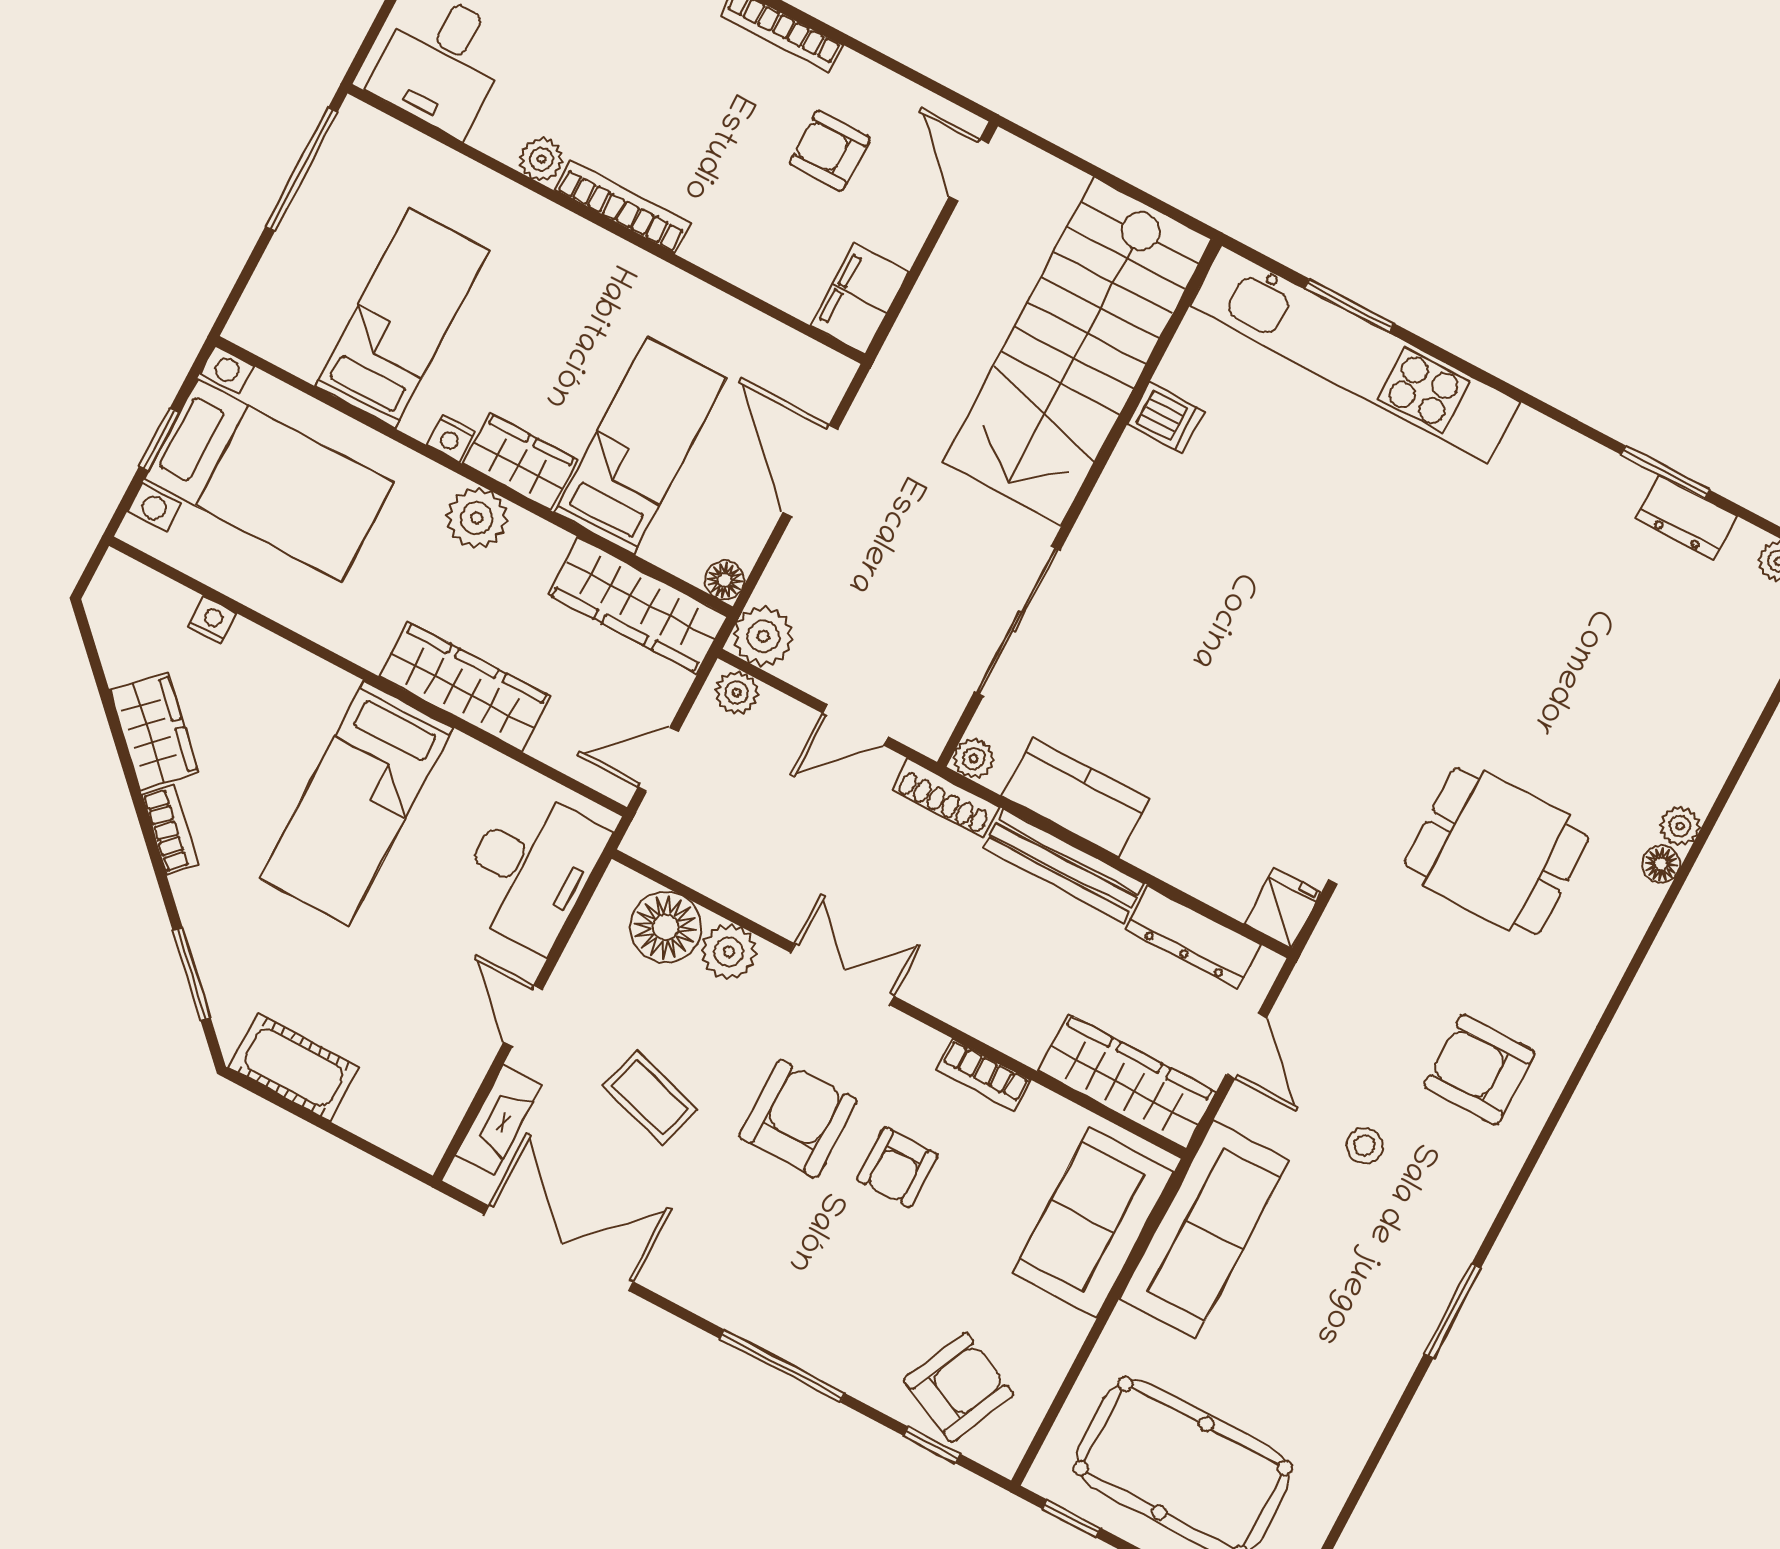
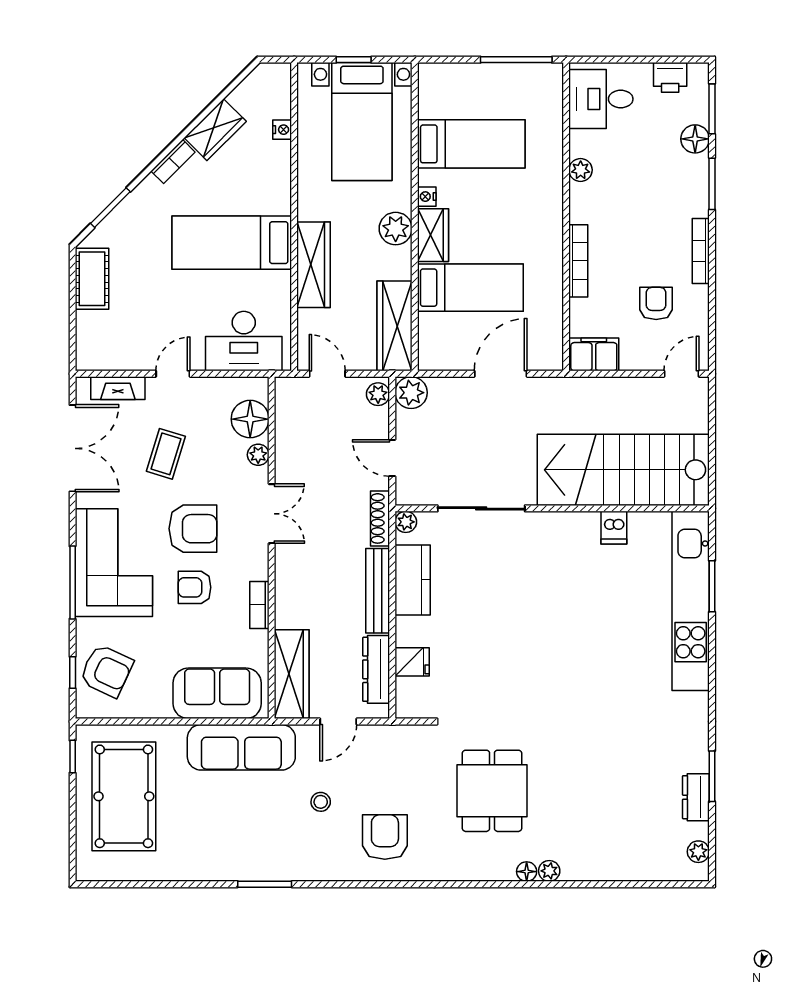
bookcase: (623, 207) -> (578, 261), moved
floor lamp: (725, 580) -> (428, 361), removed
fridge: (1283, 908) -> (412, 662), moved
plant: (729, 952) -> (258, 455), width x0.73, depth x0.73
corner sofa: (785, 1280) -> (114, 563), added

